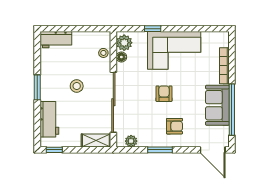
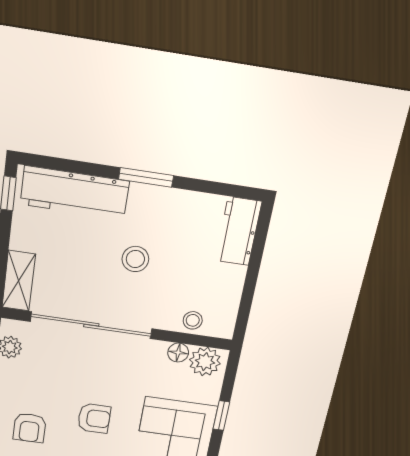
workbench: (49, 119) -> (75, 193), width x1.37

